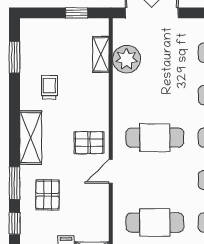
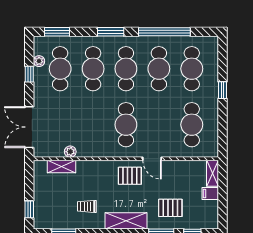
window: (77, 13) -> (29, 209), moved
plant: (127, 59) -> (70, 152), width x0.53, depth x0.53
pallet: (89, 143) -> (130, 176), turned 90

